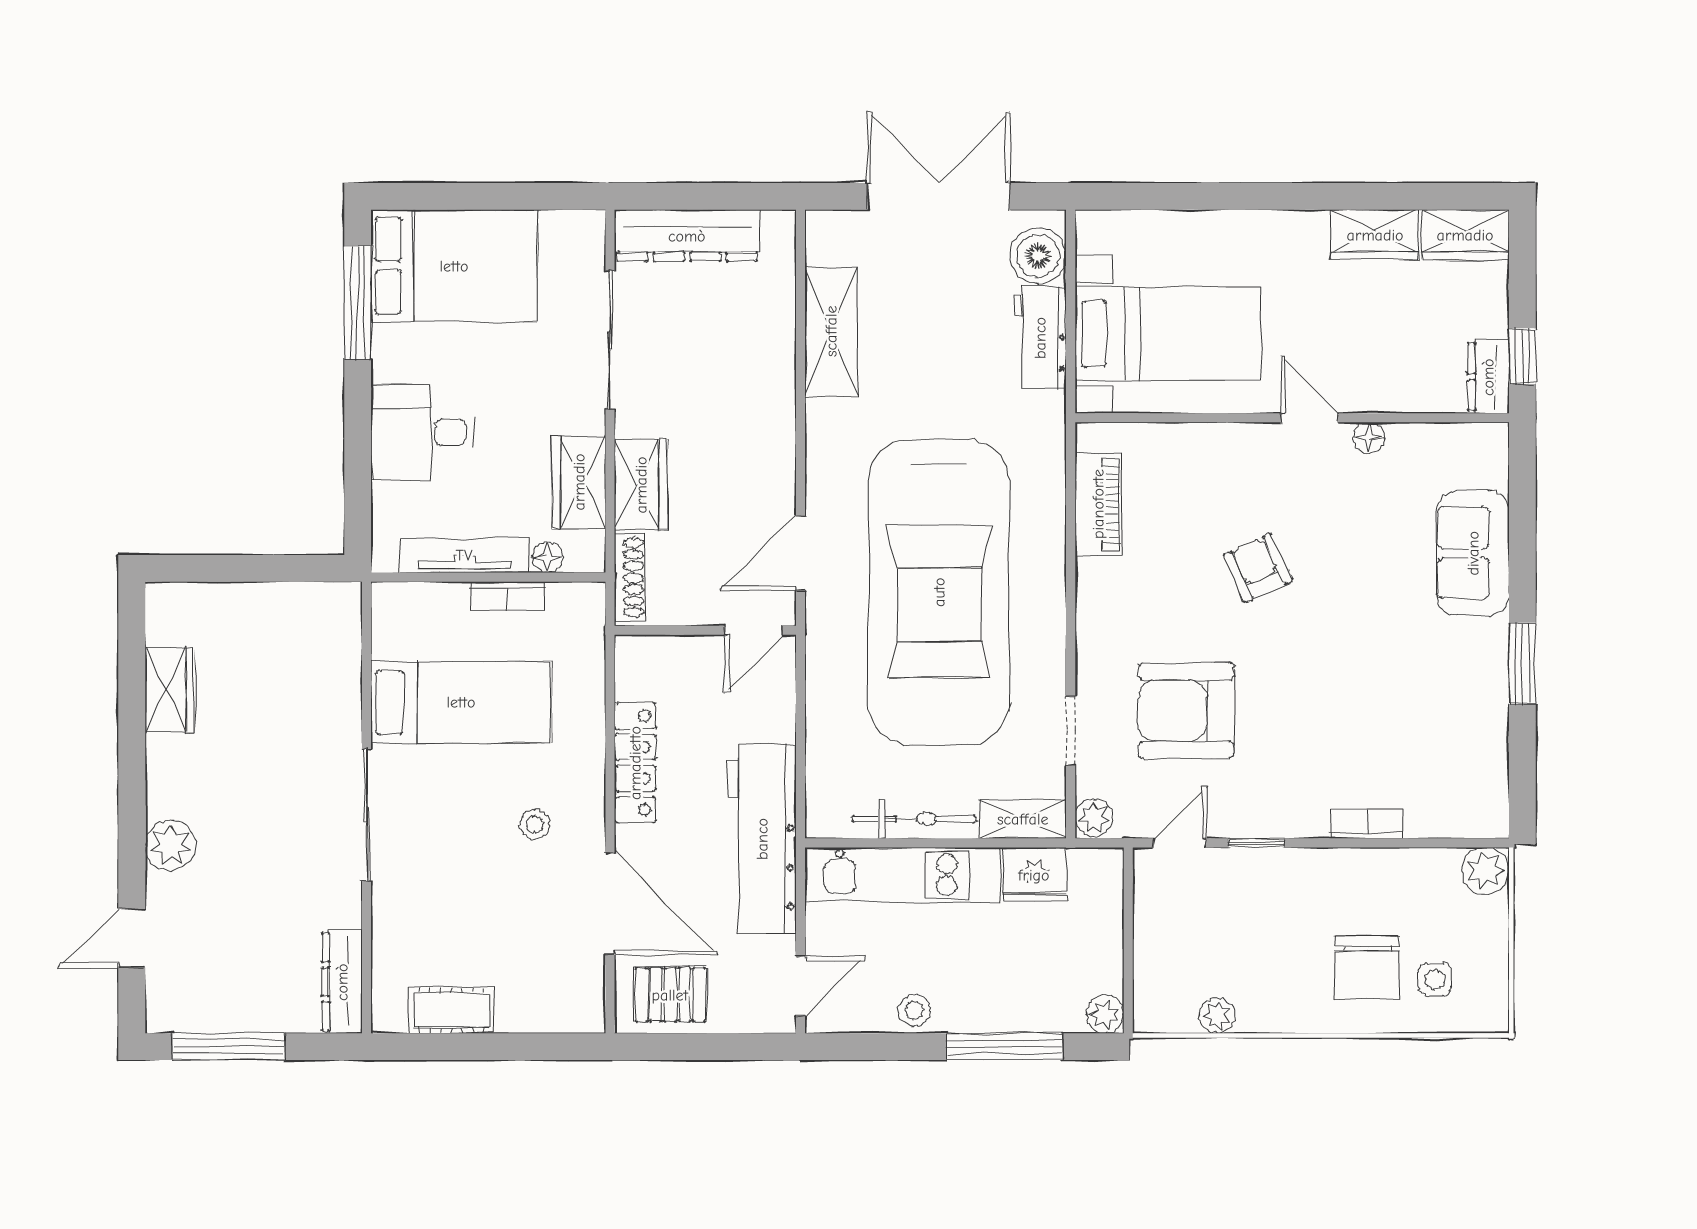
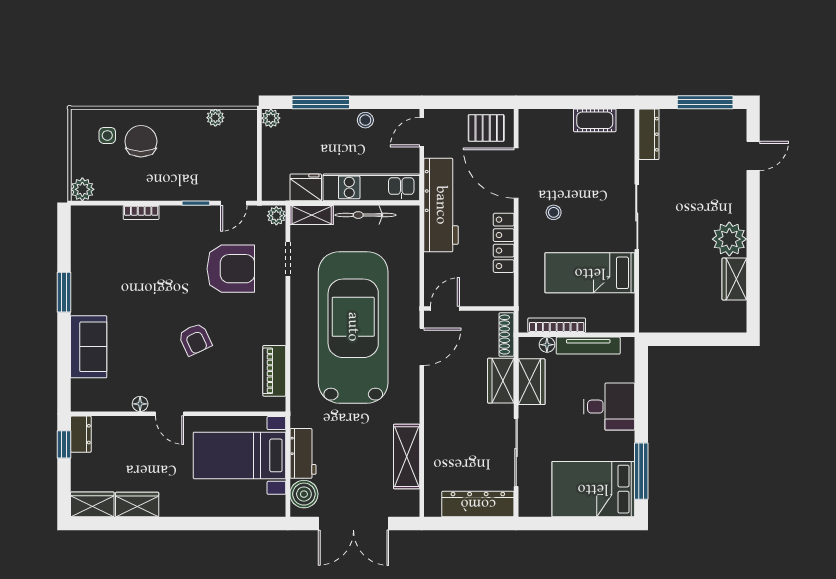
bookcase: (507, 596) -> (557, 325), width x1.56
plant: (170, 845) -> (729, 239), moved, width x1.36, depth x1.36

